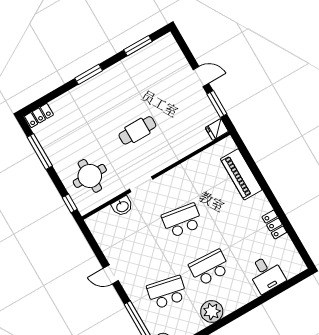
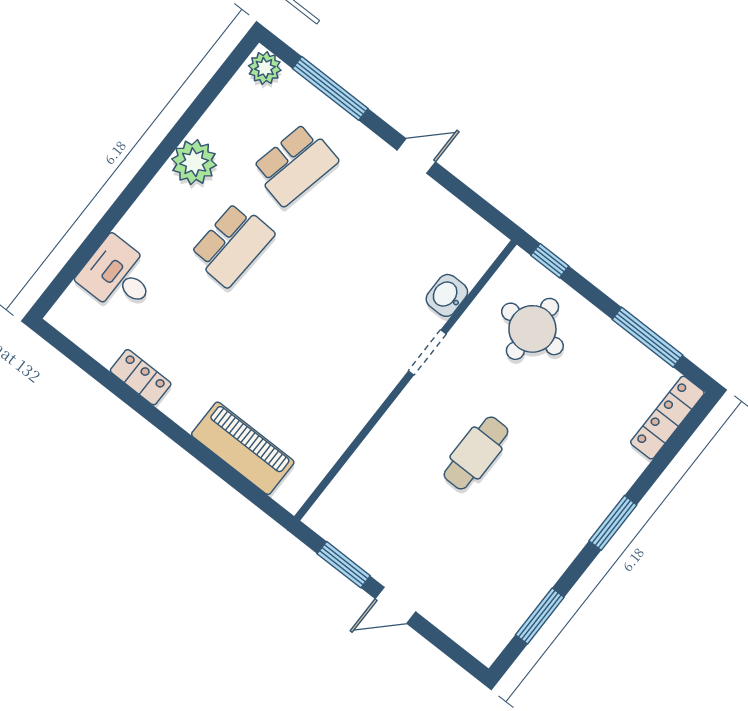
locker: (39, 115) -> (667, 418), width x1.53
fridge: (217, 130) -> (324, 516), removed
school desk: (182, 221) -> (321, 314), removed

